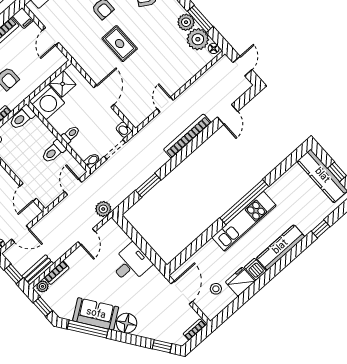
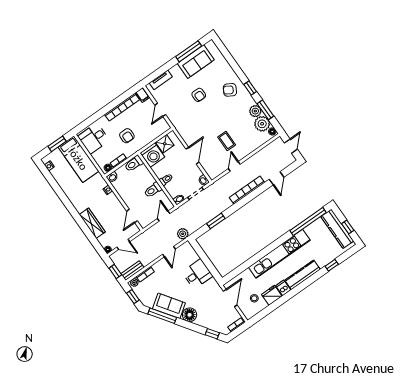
rug: (120, 44) -> (208, 120), removed
coffee table: (150, 70) -> (227, 141), added
window: (244, 202) -> (308, 221), moved
kitchen unit: (244, 221) -> (279, 254), width x1.36

